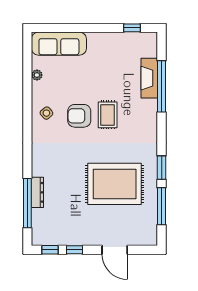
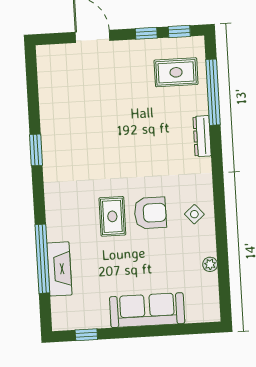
sofa: (59, 44) -> (147, 310), moved
rug: (115, 184) -> (176, 72), moved, width x0.54, depth x0.49
dresser: (37, 192) -> (202, 136), moved
window: (162, 206) -> (33, 98), removed

